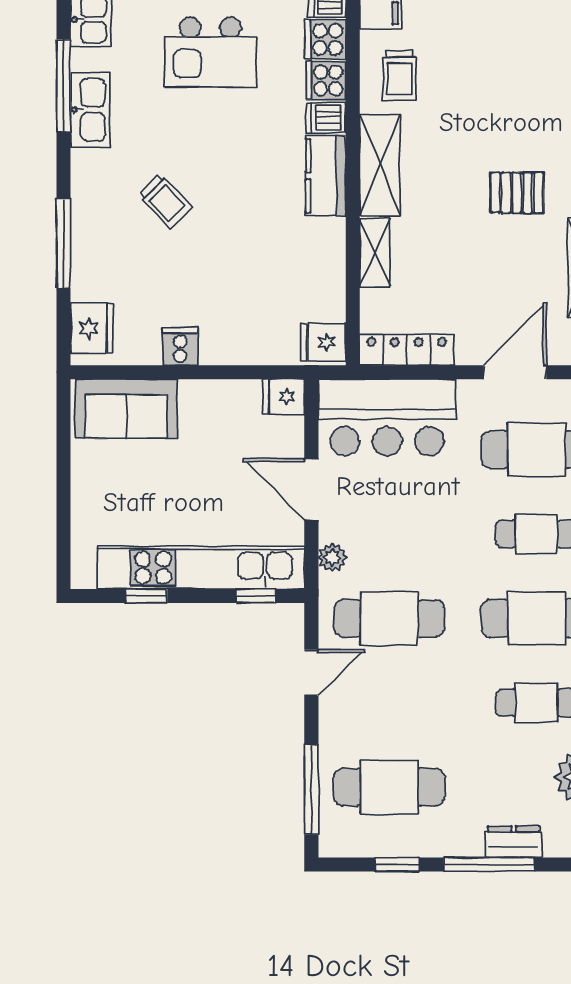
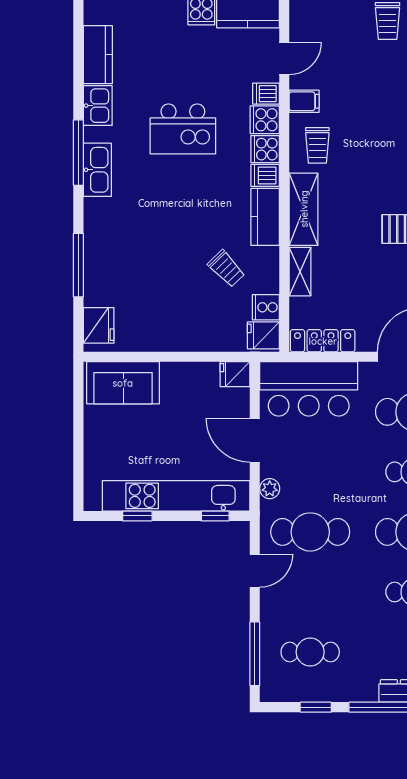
trolley: (165, 201) -> (226, 269), moved
cooker: (180, 347) -> (266, 307), moved, turned -90
cafe table: (389, 787) -> (310, 652), width x0.73, depth x0.74

